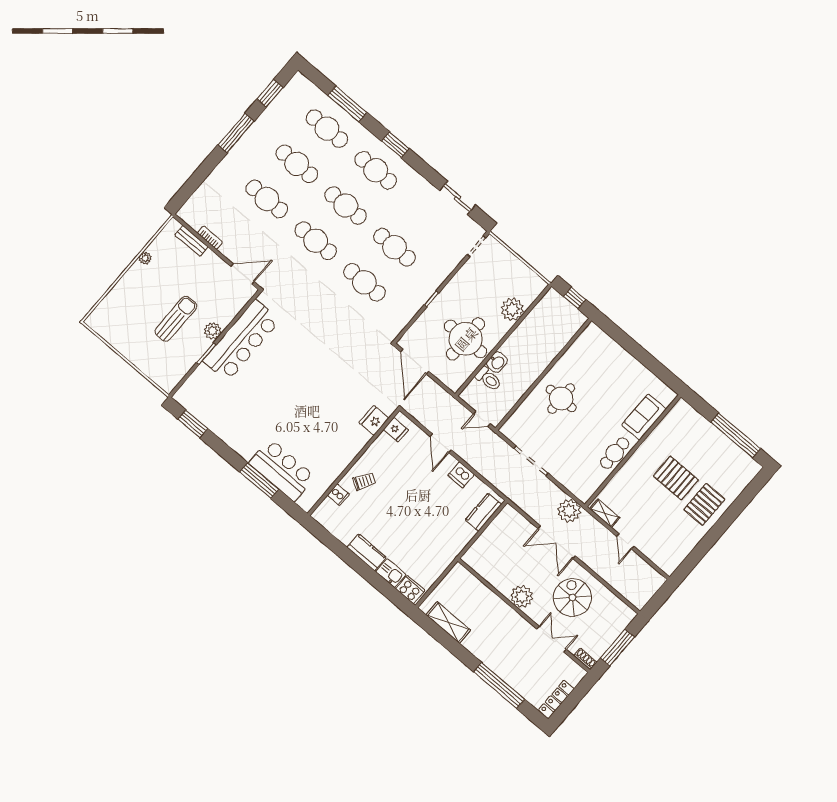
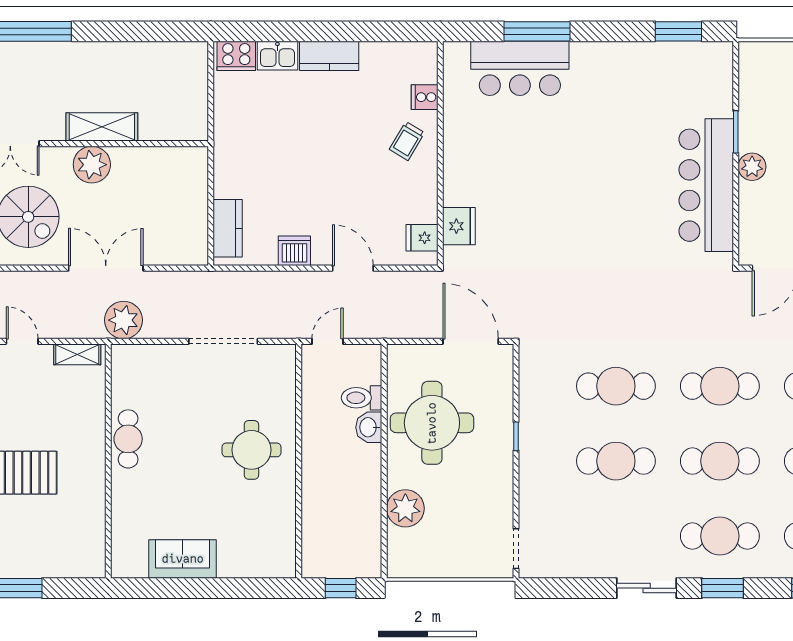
sliding door: (457, 198) -> (647, 588), moved
sofa: (644, 417) -> (183, 559), moved, turned -90
shelving: (448, 622) -> (102, 127), moved

